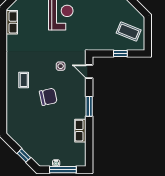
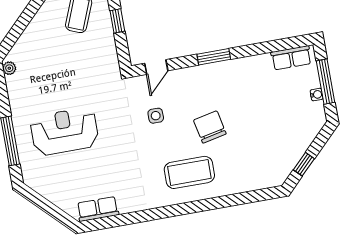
coffee table: (24, 80) -> (189, 172), width x1.86, depth x1.72
row of seats: (80, 131) -> (291, 58), moved
window: (24, 155) -> (304, 164), moved

